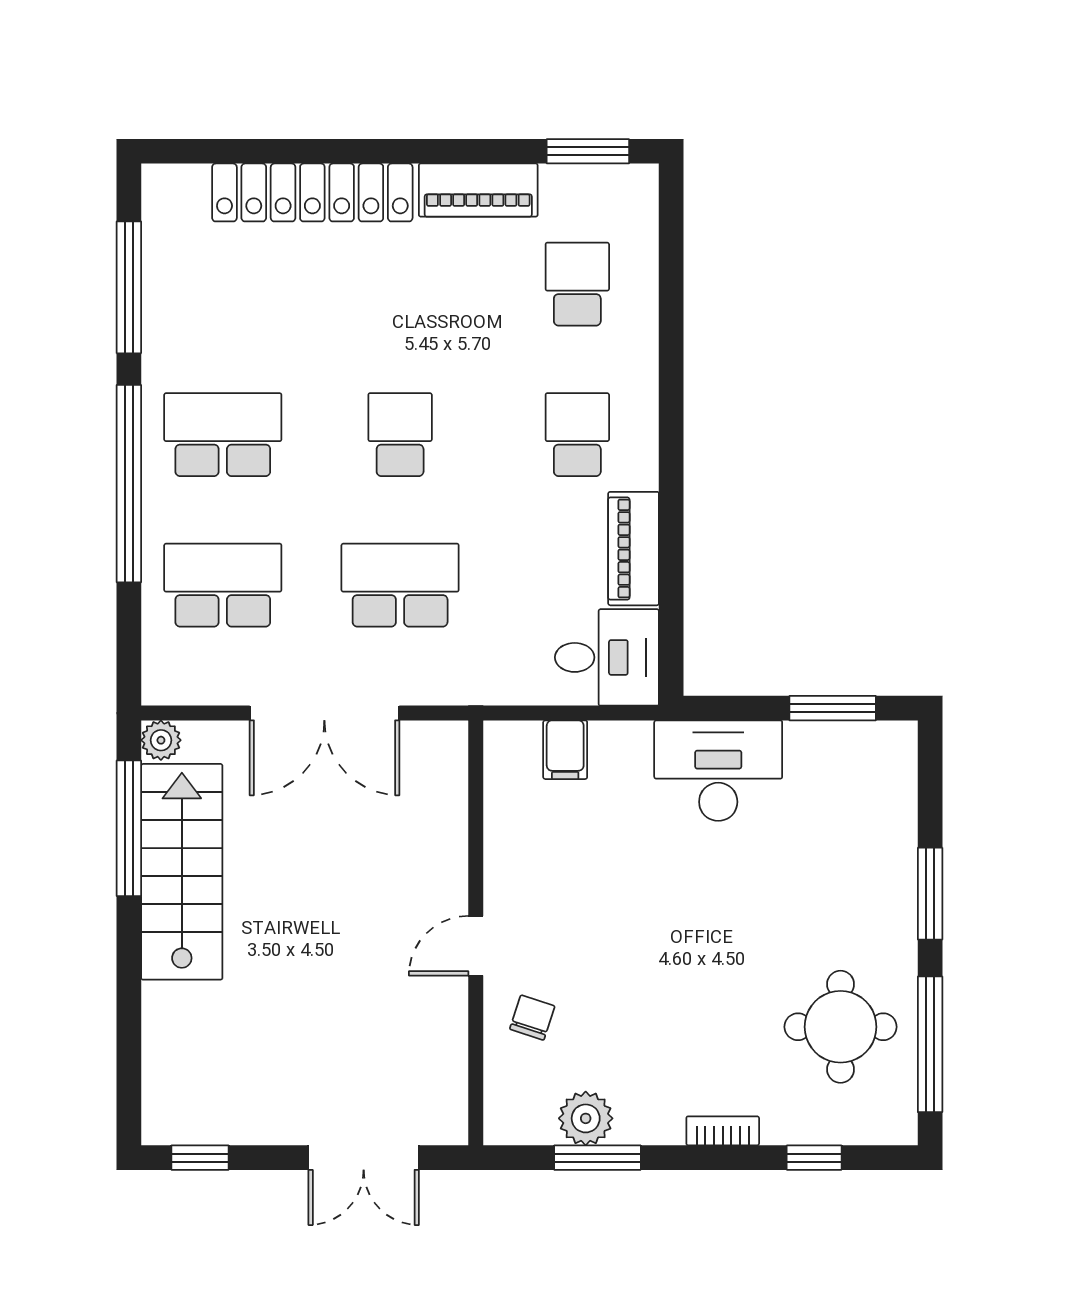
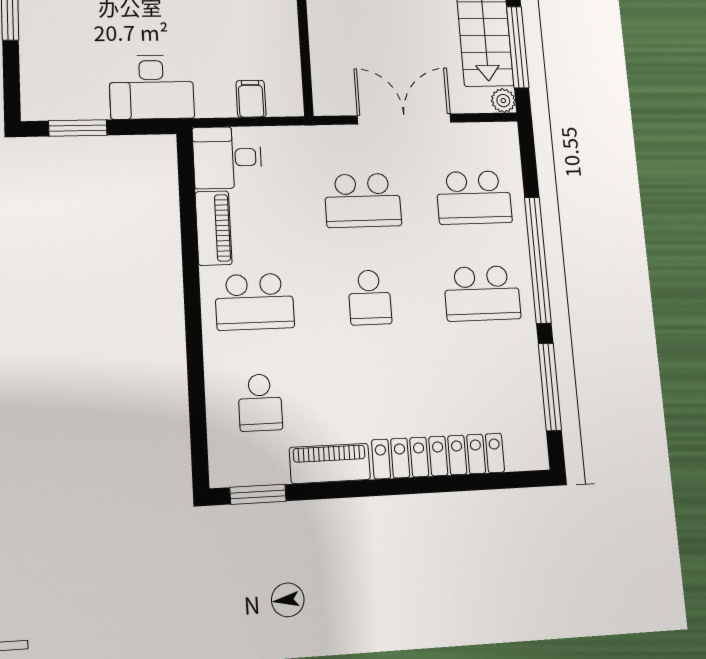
school desk: (577, 435) -> (254, 302), width x1.85

